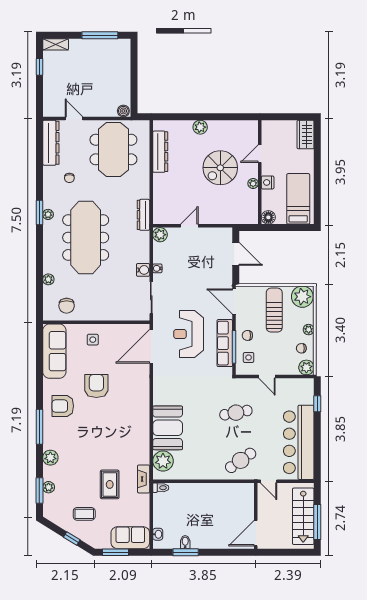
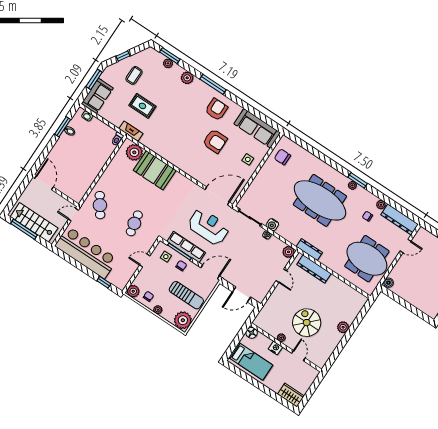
dresser: (160, 152) -> (314, 269), moved
plant: (48, 279) -> (381, 205), moved
door: (151, 346) -> (217, 196), hinge flipped

